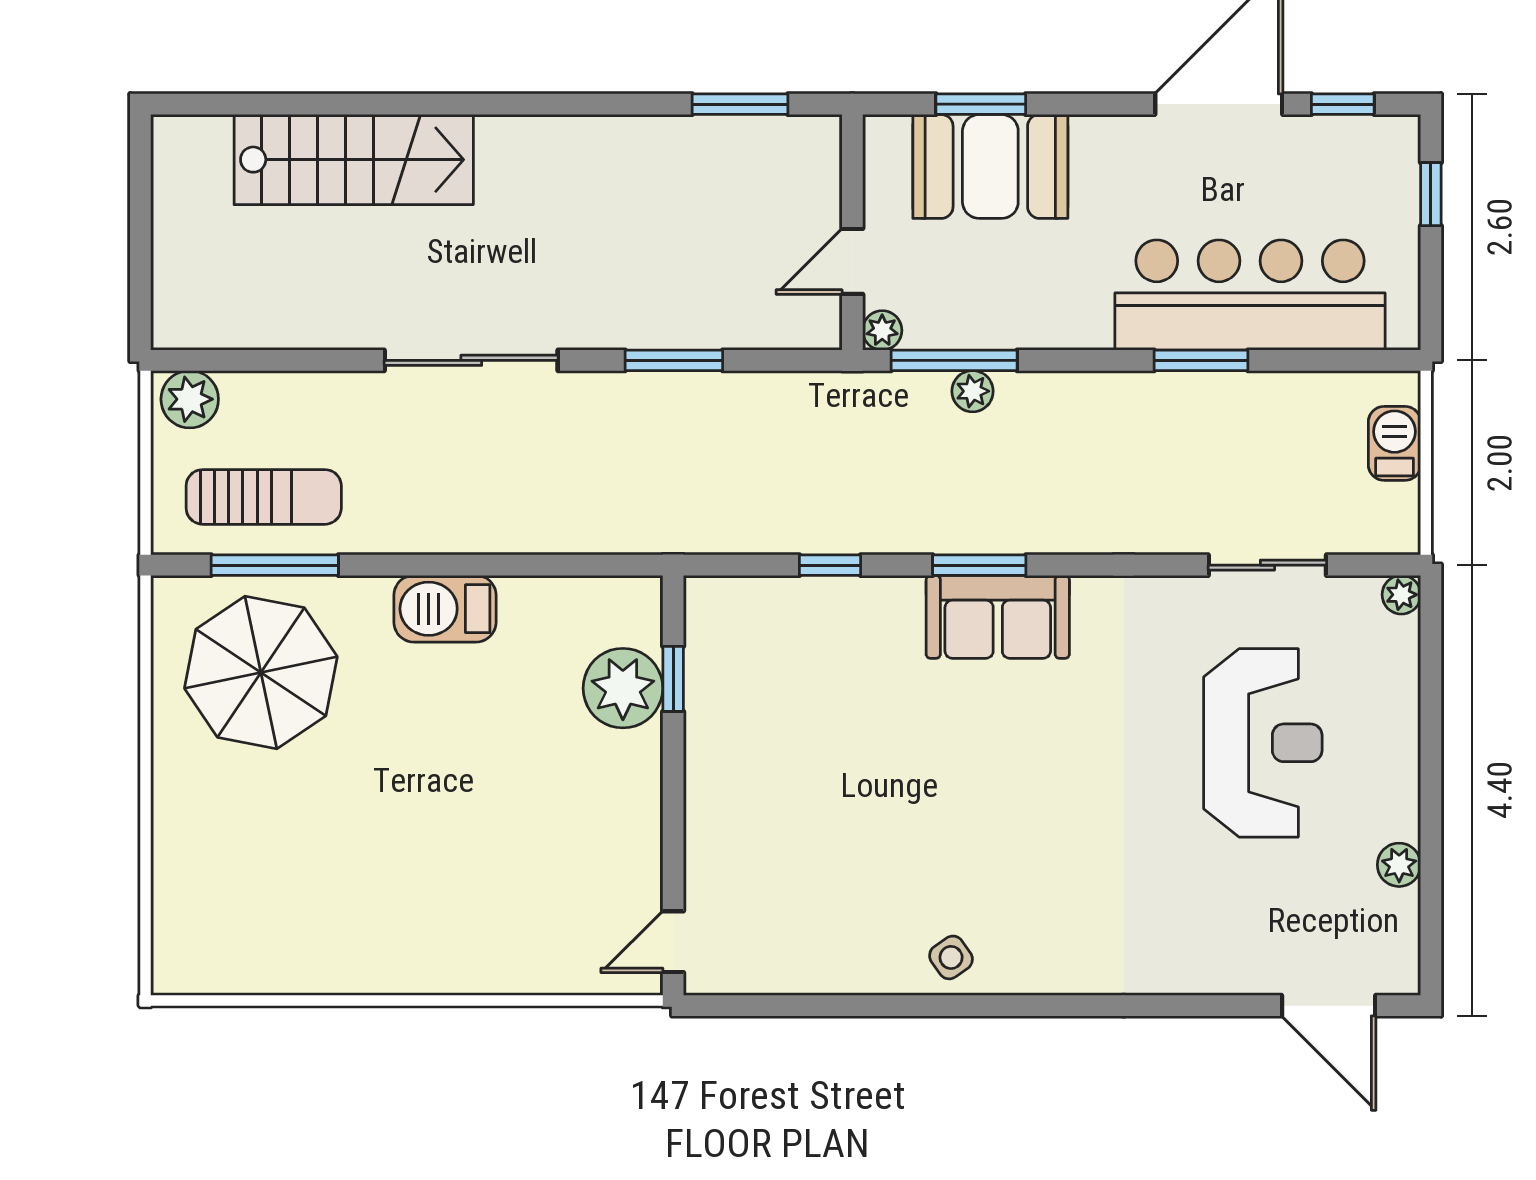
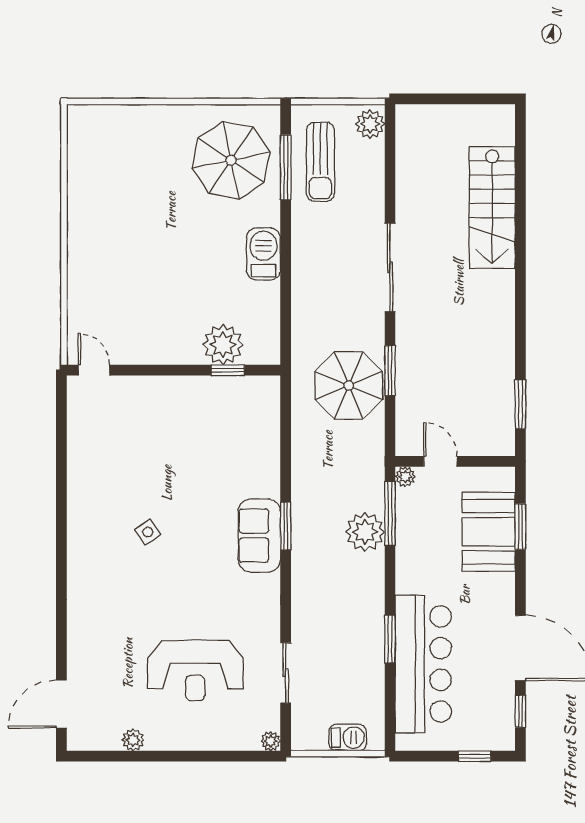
plant: (973, 391) -> (365, 532), width x1.87, depth x1.87
parasol: (703, 441) -> (349, 386), added
window: (830, 565) -> (286, 450), removed
side table: (951, 957) -> (148, 532), moved

